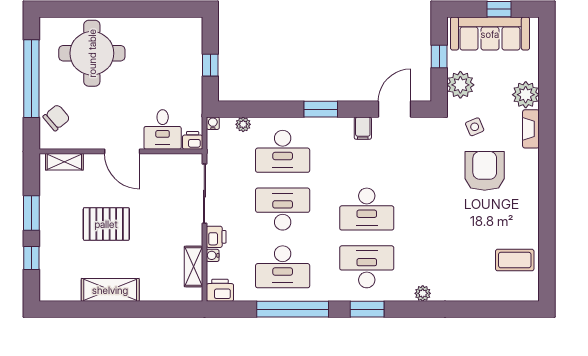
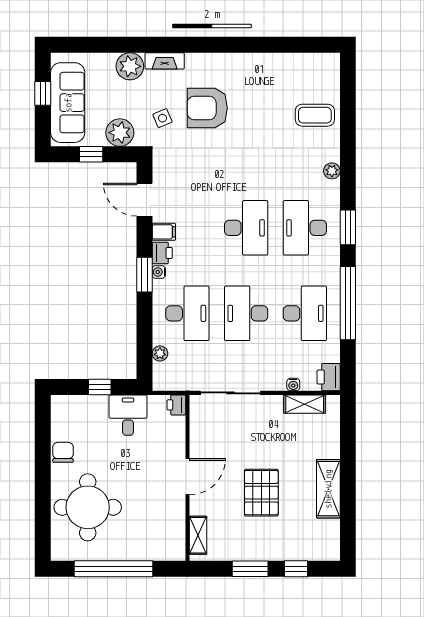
chair: (56, 118) -> (63, 452), moved, turned 40
water cooler: (213, 123) -> (159, 272), moved
desk: (163, 130) -> (128, 415), moved, turned -90
printer: (216, 237) -> (162, 253), moved, turned 90
coffee table: (515, 260) -> (315, 115), moved, turned 90

